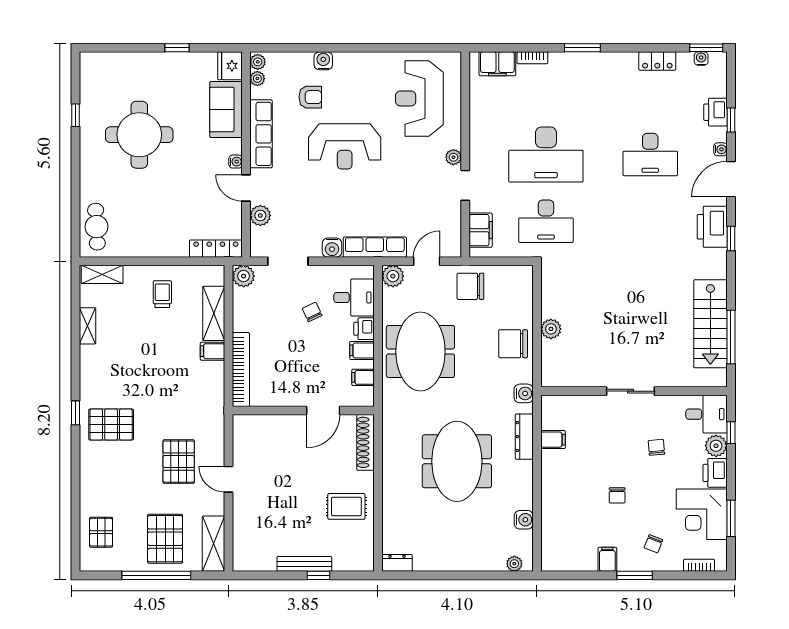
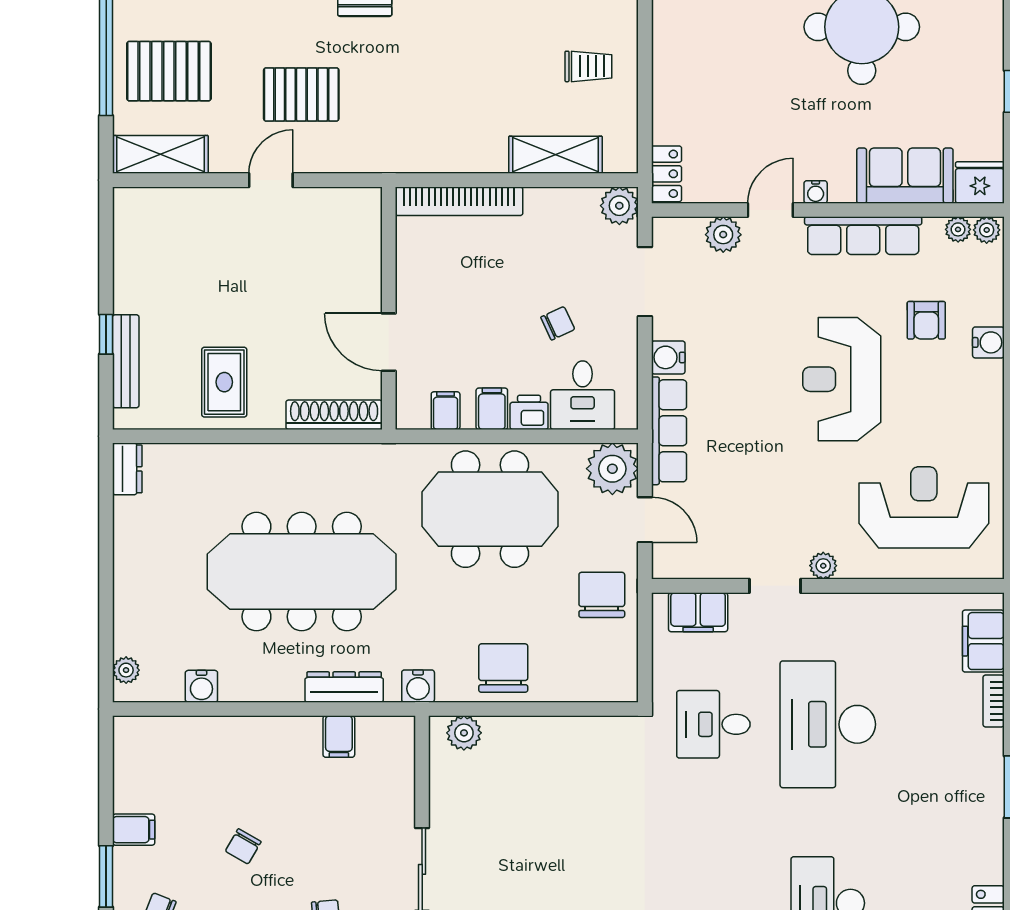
desk: (546, 221) -> (713, 724), width x0.73
locker: (216, 249) -> (666, 174), width x0.66
plant: (393, 276) -> (612, 469), width x1.36, depth x1.36
plant: (551, 329) -> (464, 733), moved
filing cabinet: (213, 351) -> (490, 153), removed
meeting table: (457, 461) -> (302, 572), width x1.36
chair: (617, 495) -> (243, 846), turned -60
bench: (304, 564) -> (126, 361), moved

